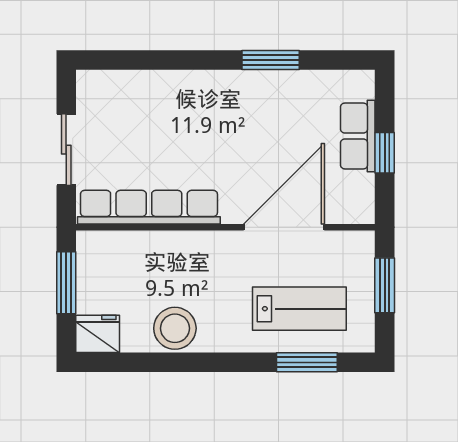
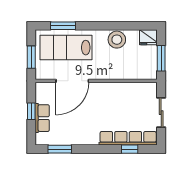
window: (144, 60) -> (130, 149), added
window: (271, 60) -> (60, 149), moved
row of seats: (149, 207) -> (128, 138), moved, turned 180
lab bench: (299, 309) -> (66, 48), width x1.36, depth x1.39

